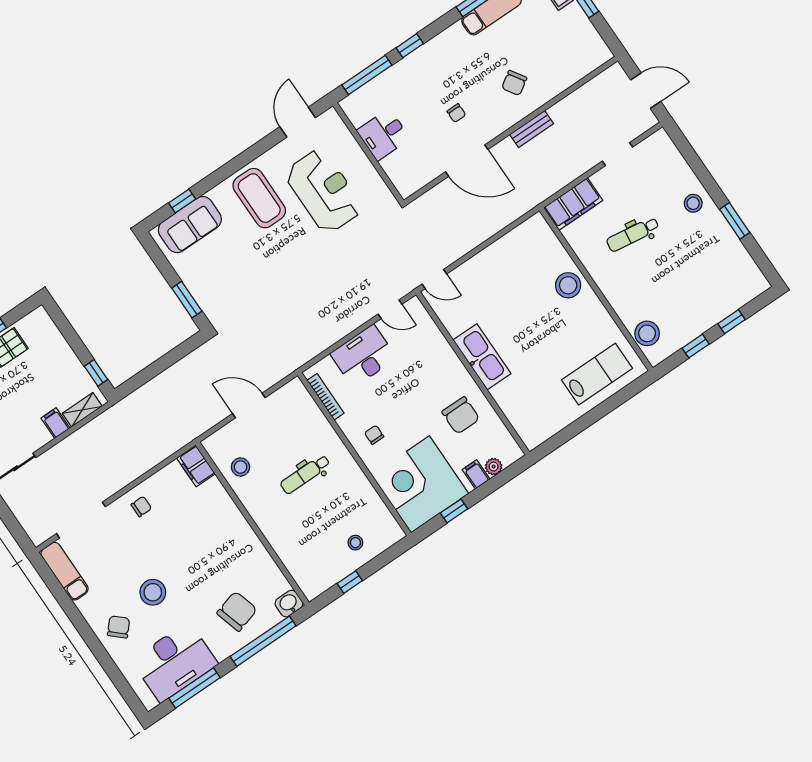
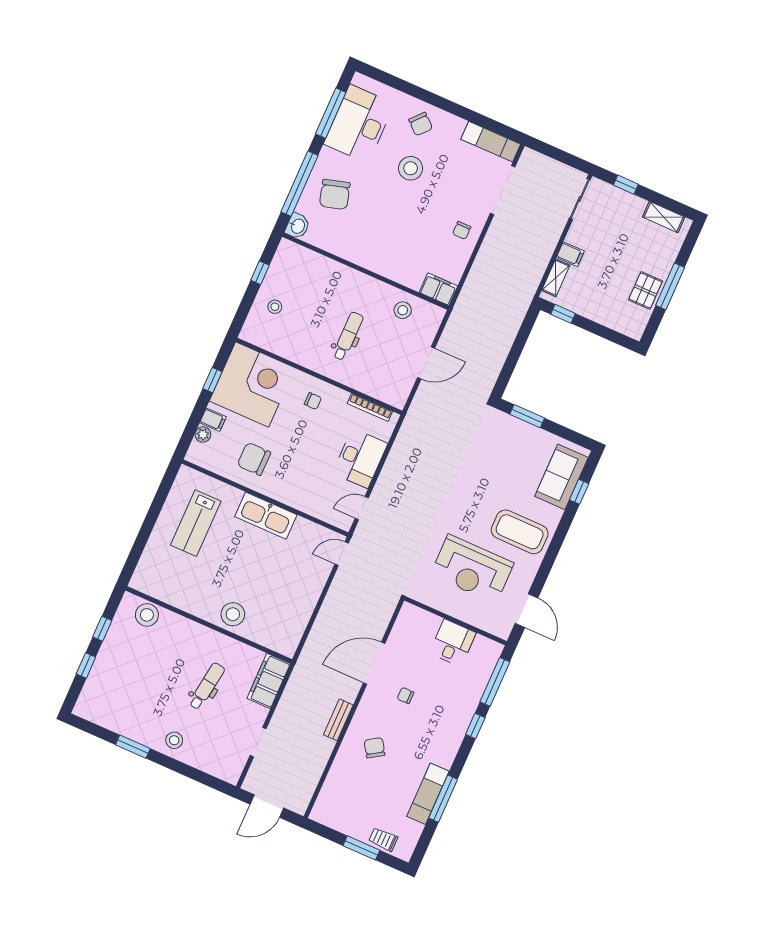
lab bench: (597, 374) -> (196, 523), moved

